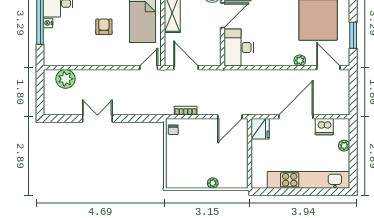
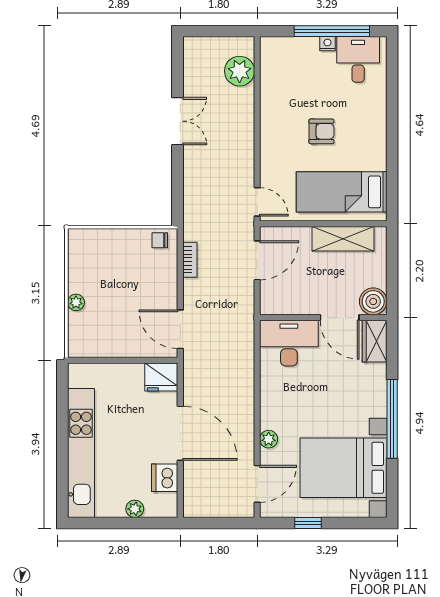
window: (353, 35) -> (308, 523), width x0.67

